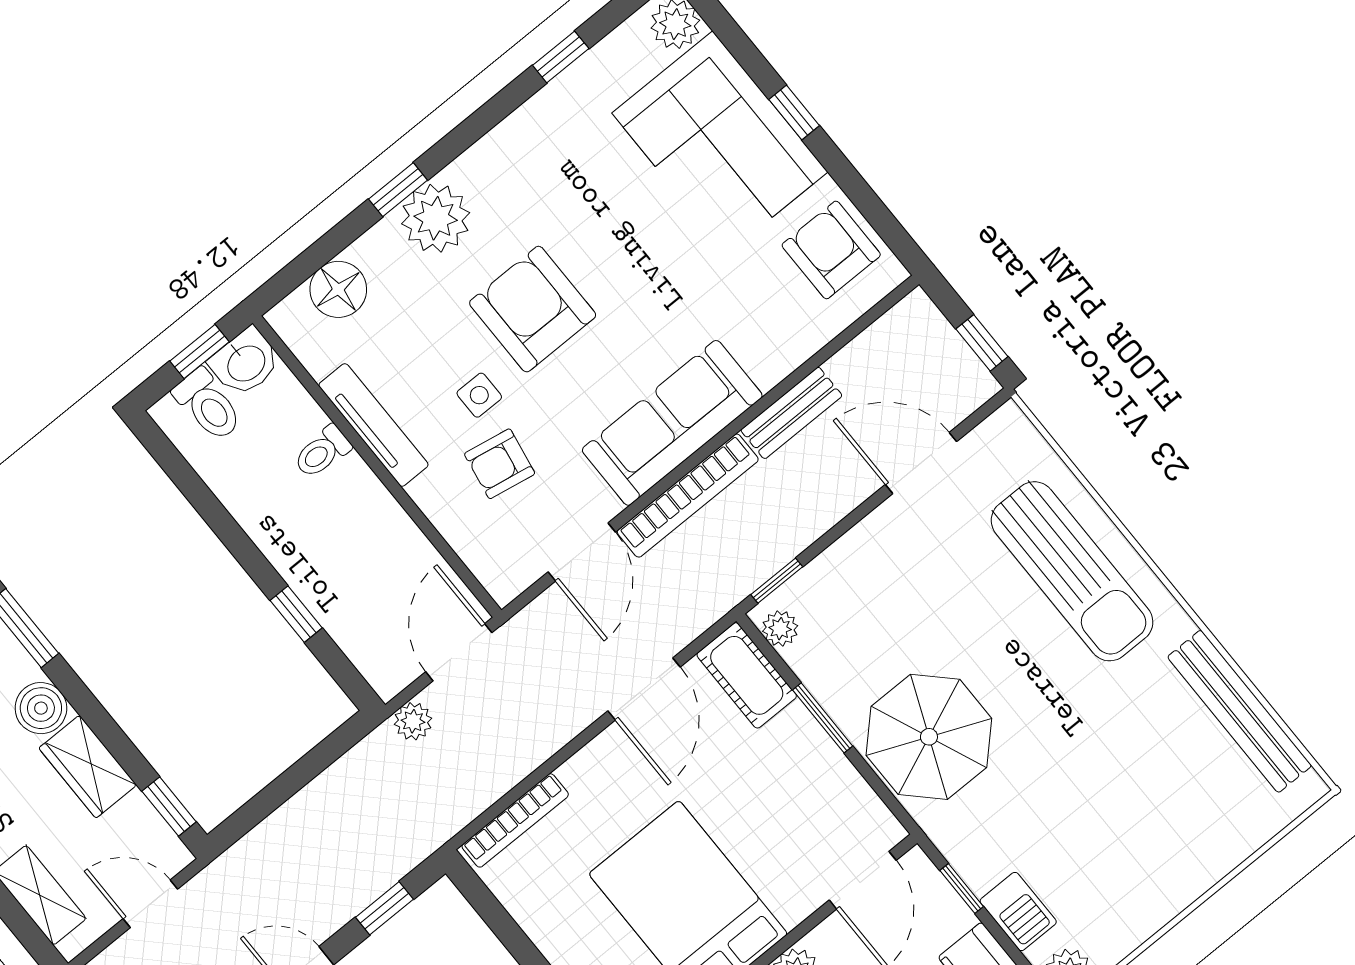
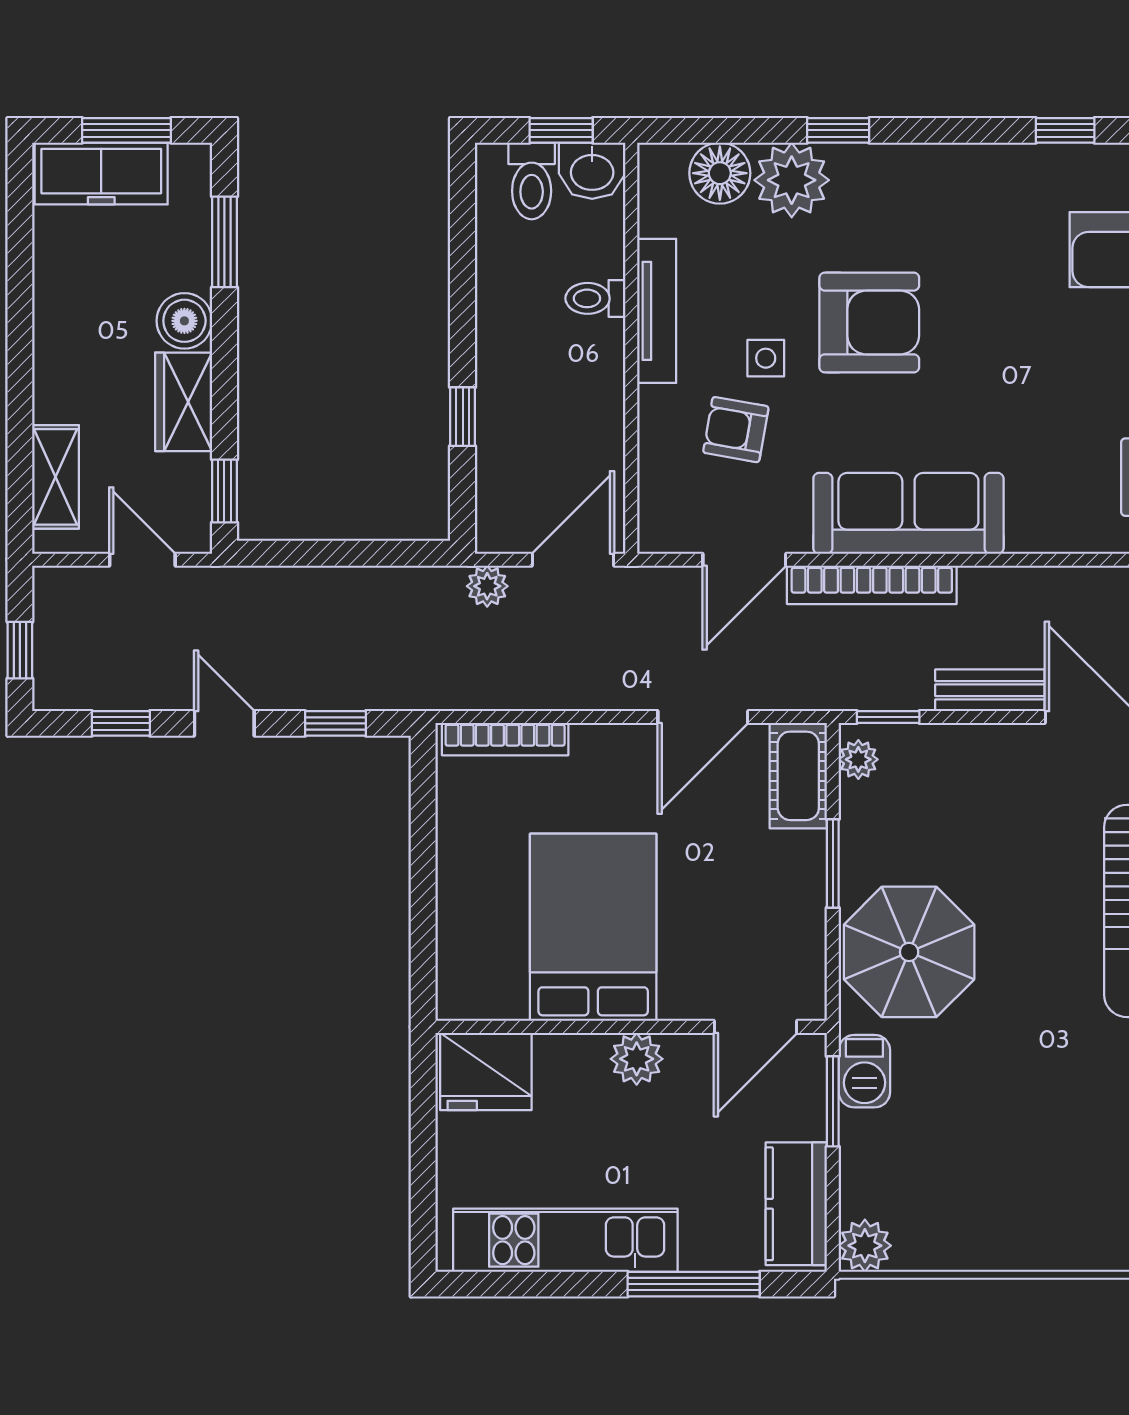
plant: (436, 218) -> (792, 180), moved
armchair: (533, 309) -> (869, 322), turned 90
bench: (791, 413) -> (990, 690), moved
window: (962, 888) -> (833, 1101), width x1.50
barbecue: (1018, 911) -> (864, 1071), moved

